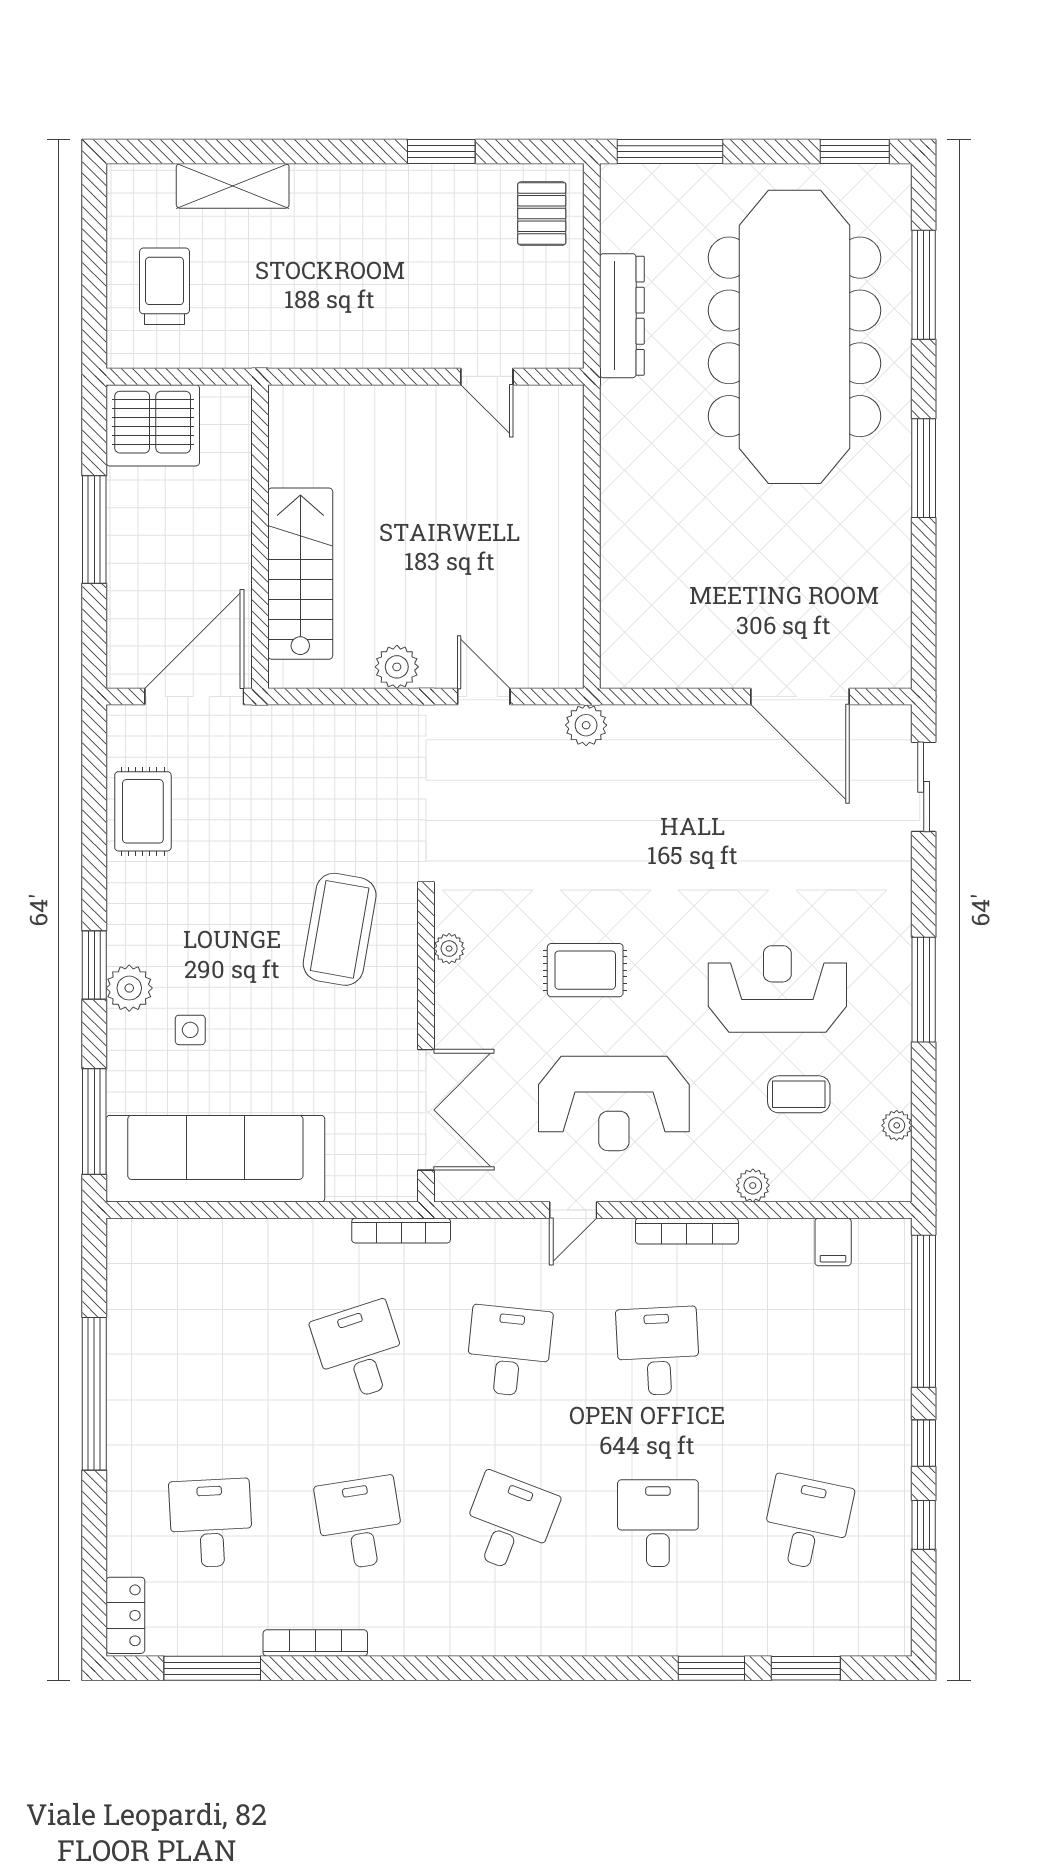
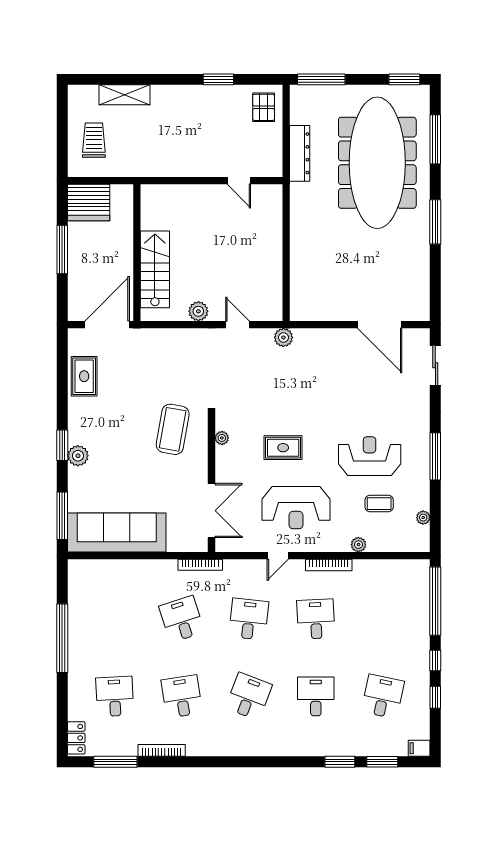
side table: (190, 1030) -> (105, 475), removed
filing cabinet: (833, 1242) -> (419, 748), moved, turned 90

